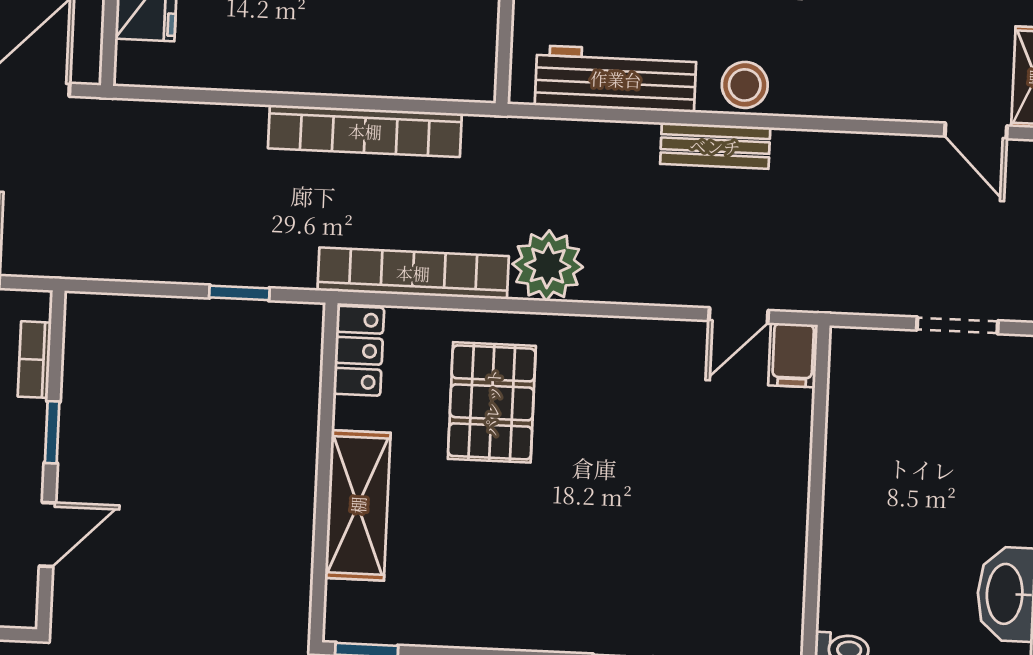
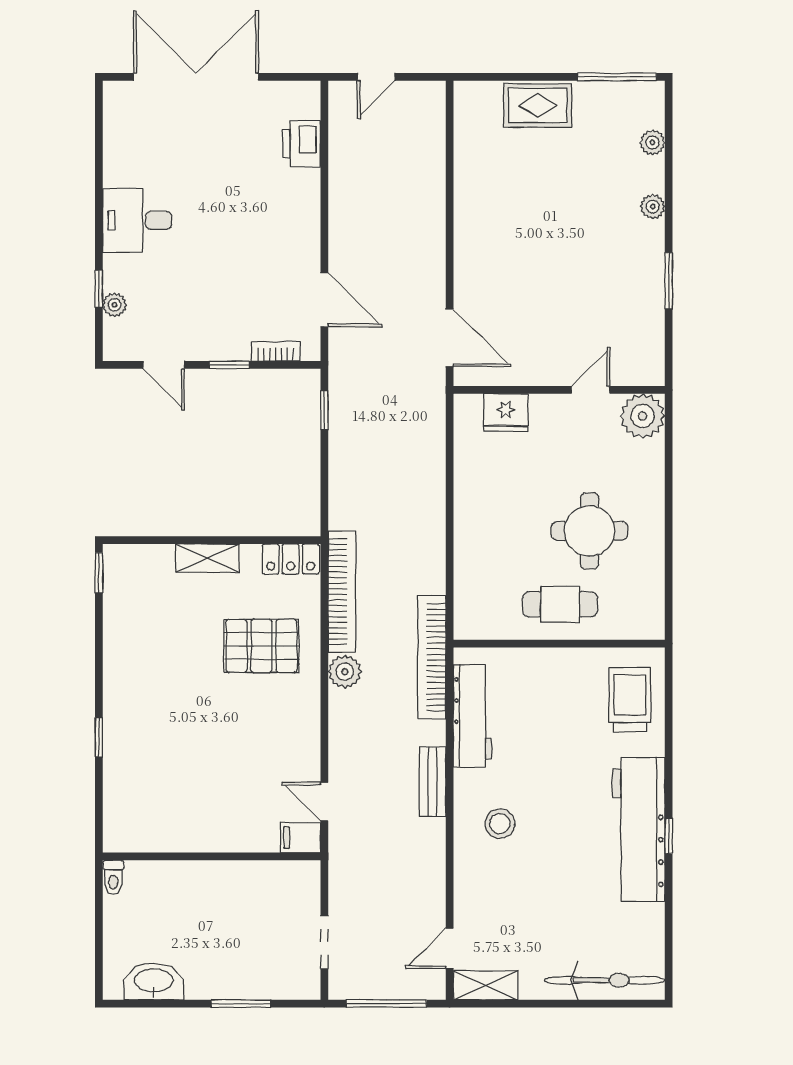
stool: (745, 85) -> (500, 824), moved
bookcase: (365, 131) -> (432, 657), moved
plant: (548, 266) -> (345, 672), width x0.73, depth x0.73
window: (239, 293) -> (324, 410), moved
shelving: (358, 505) -> (207, 558), width x0.67, depth x0.75

